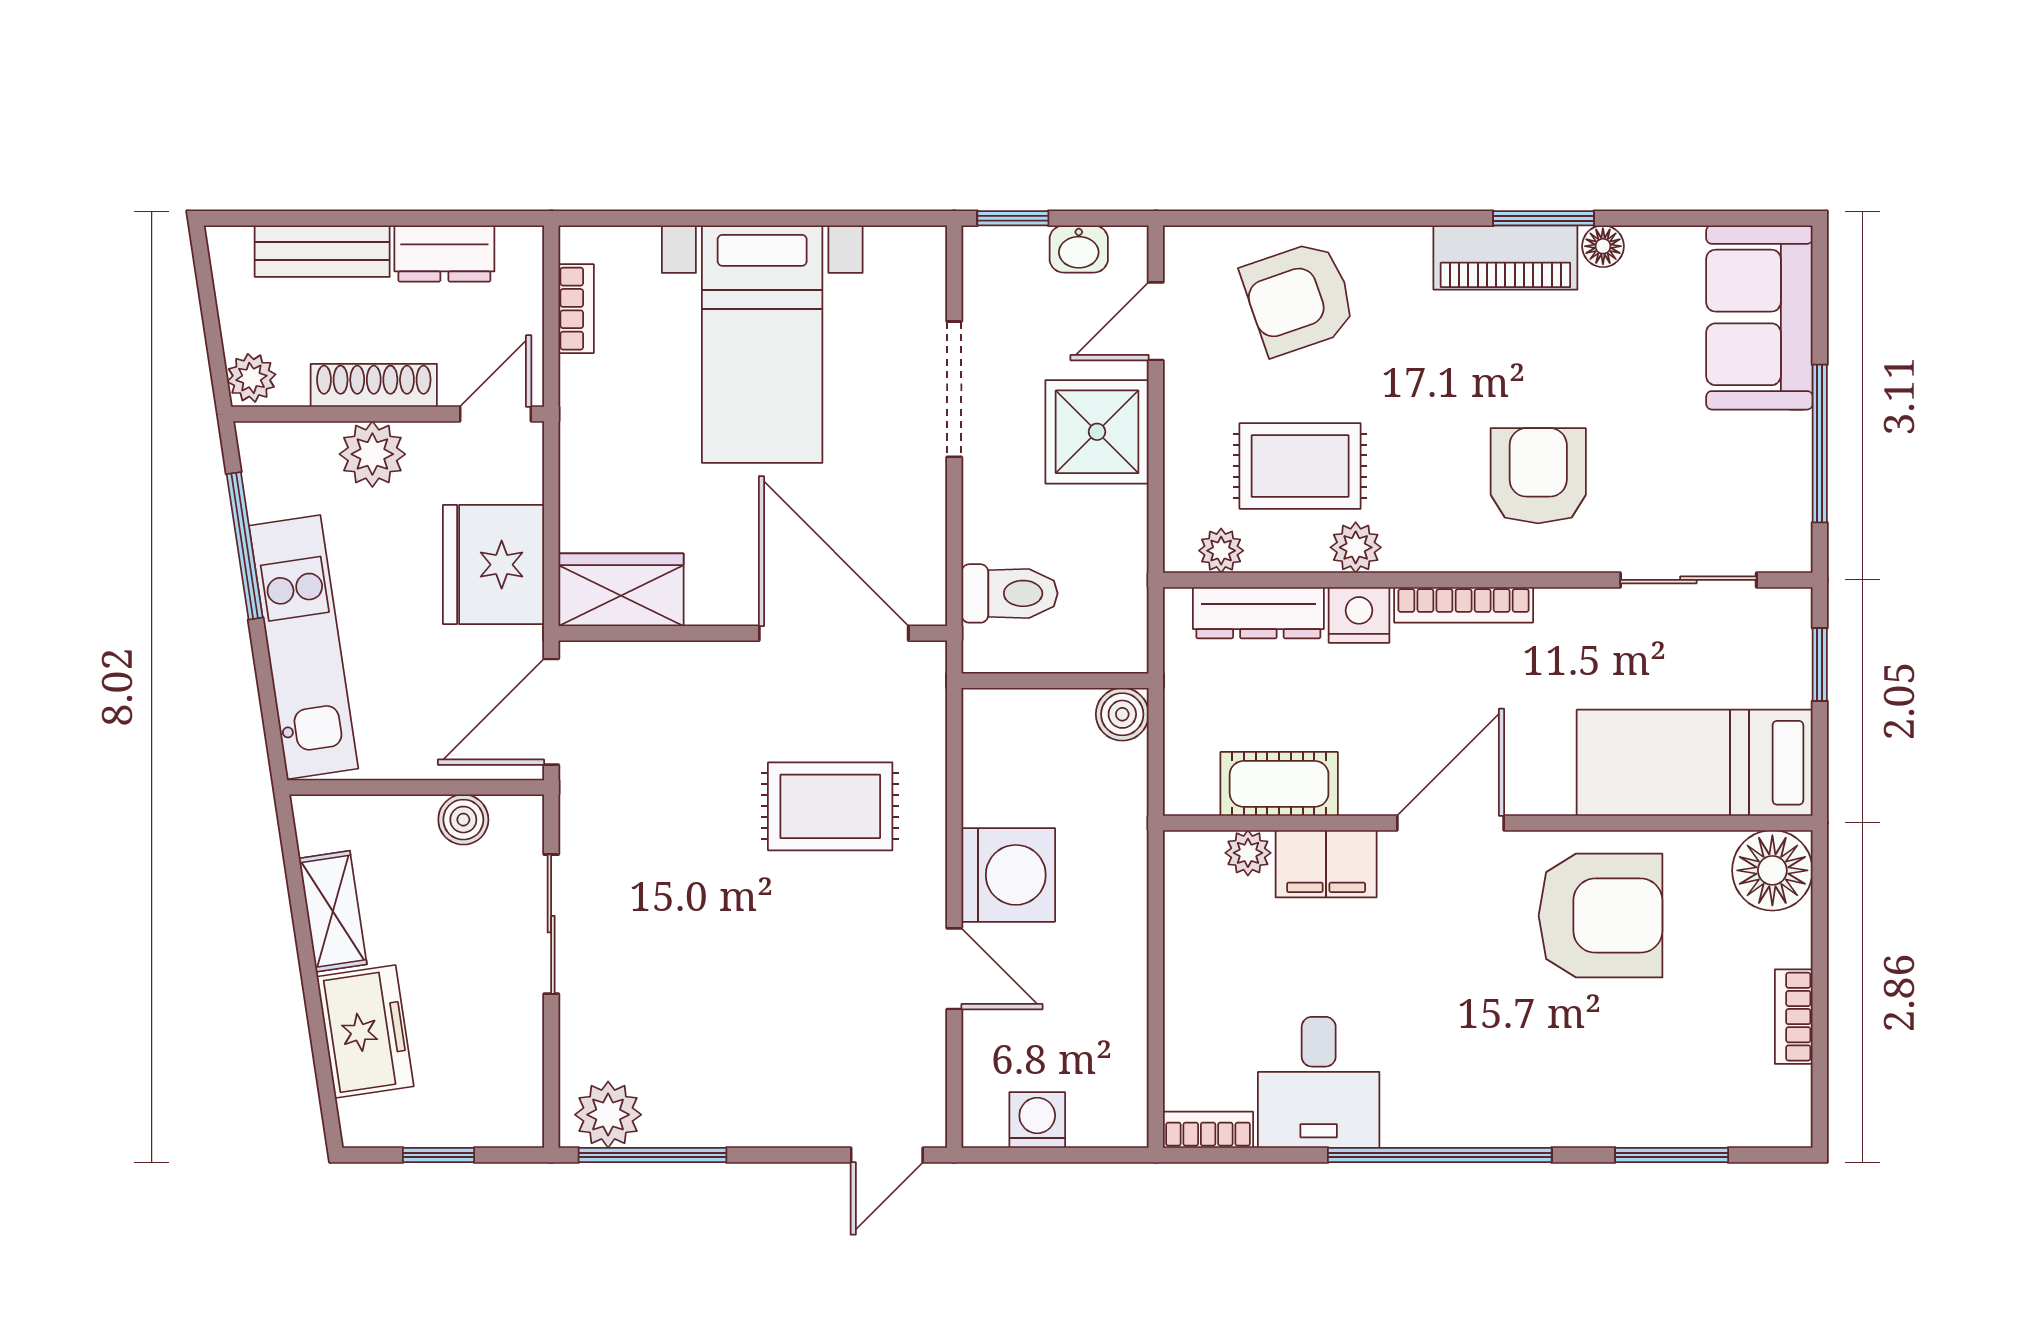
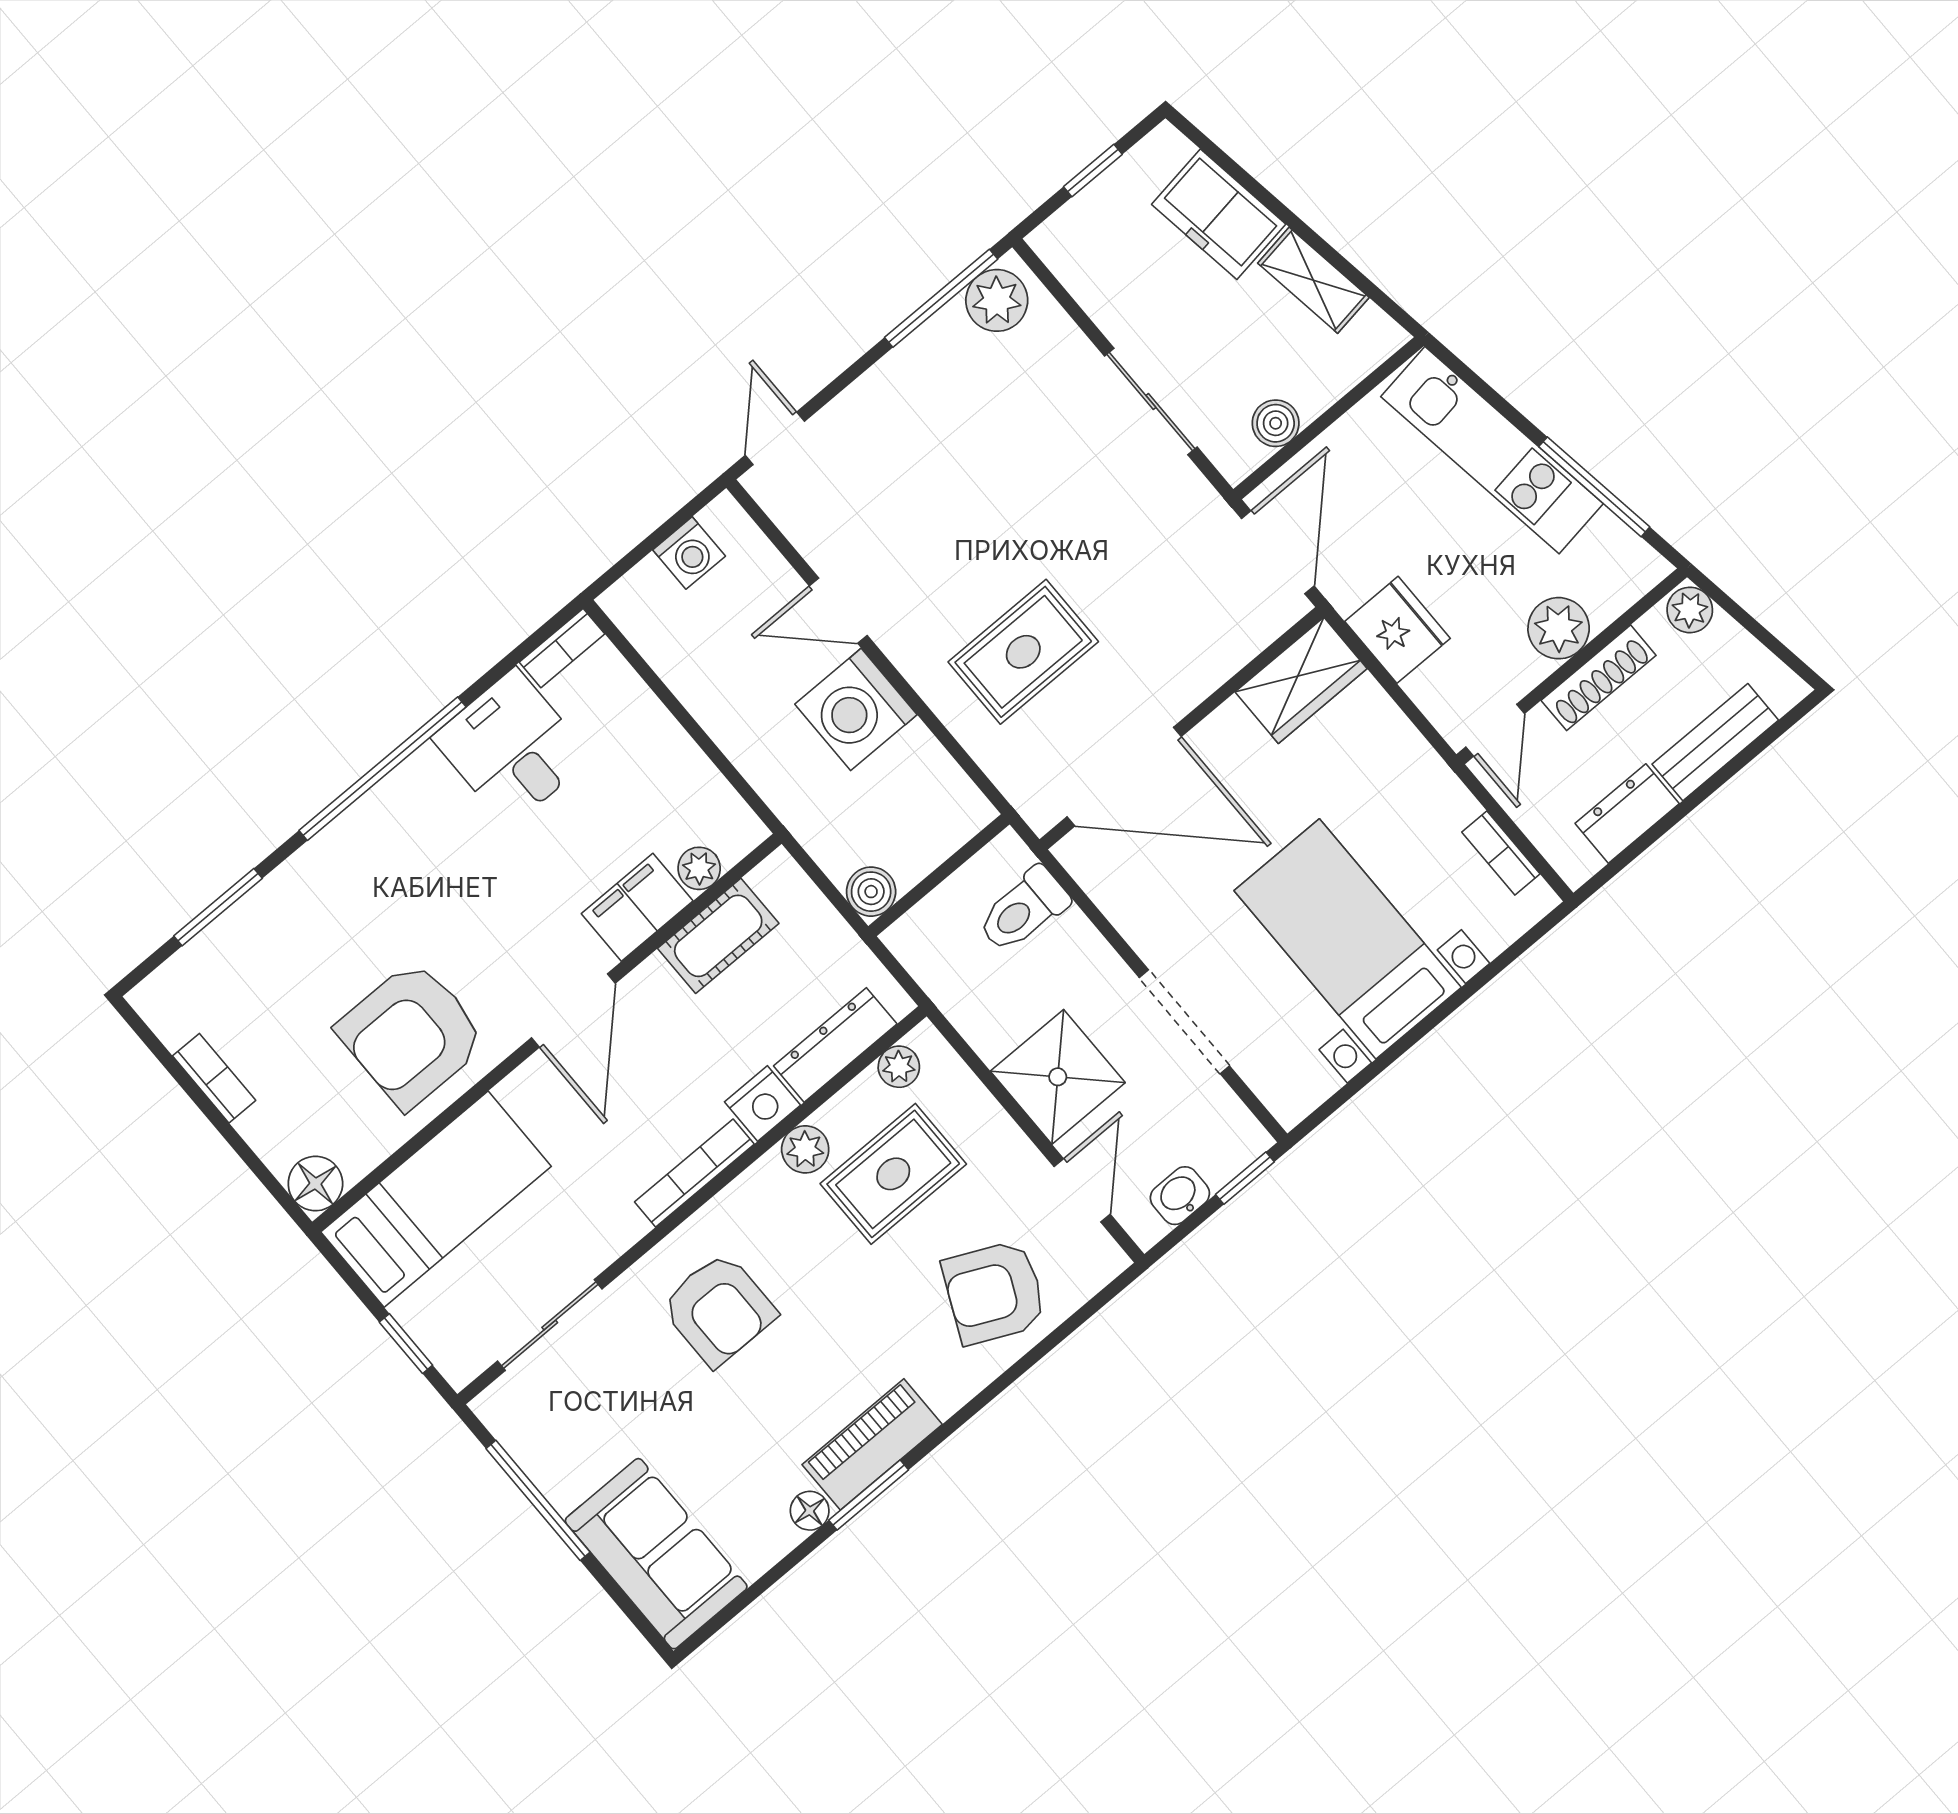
armchair: (1299, 298) -> (994, 1292), turned -136
fridge: (493, 565) -> (1398, 630), width x0.73, depth x0.75
floor lamp: (1772, 870) -> (315, 1184), width x0.73, depth x0.73

